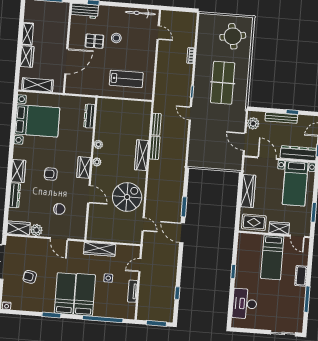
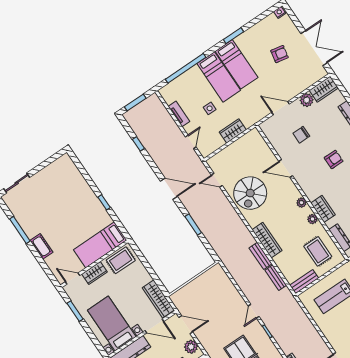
bench: (139, 106) -> (304, 282), added
door: (190, 113) -> (254, 311), swing flipped
rug: (113, 119) -> (318, 251), added
wardrobe: (84, 168) -> (323, 209), moved
wardrobe: (248, 191) -> (158, 299), moved
door: (182, 233) -> (169, 189), moved
wardrobe: (100, 249) -> (233, 131), width x0.67
bed: (272, 257) -> (100, 245), moved, turned -90
desk: (245, 304) -> (71, 182), removed

